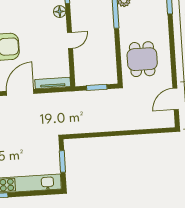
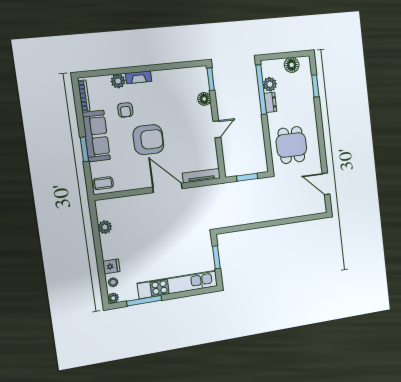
dresser: (123, 17) -> (270, 102), added
door: (20, 92) -> (167, 188), hinge flipped
door: (176, 99) -> (326, 184), hinge flipped

